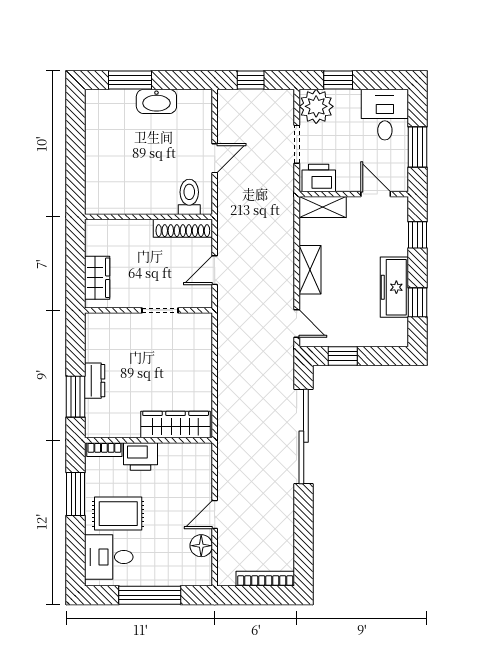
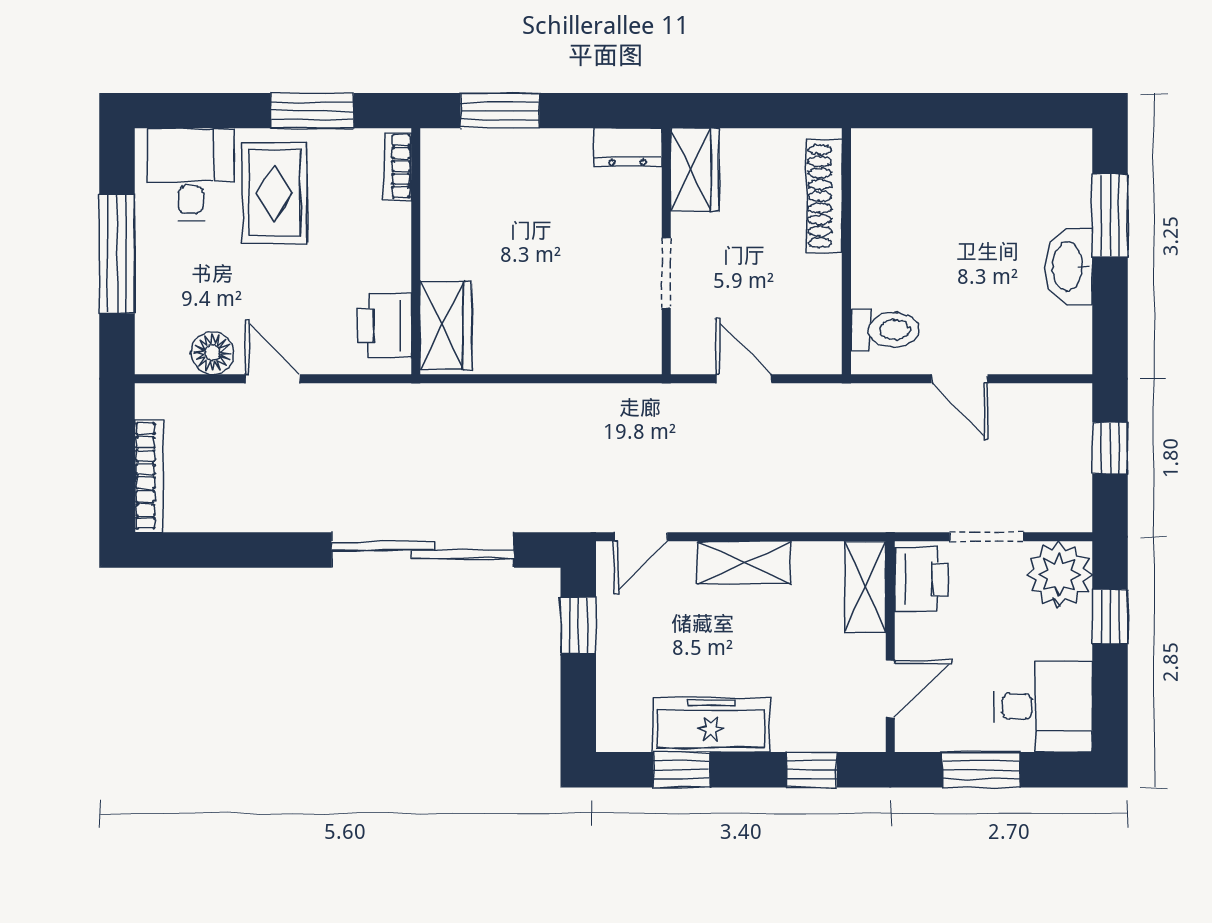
shoe rack: (183, 228) -> (824, 196), moved
wardrobe: (97, 278) -> (695, 170), moved, turned -90
dresser: (95, 381) -> (628, 147), moved
wardrobe: (176, 425) -> (446, 326), width x0.67
printer: (141, 456) -> (385, 325), moved

